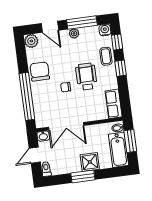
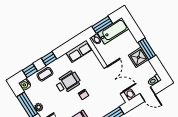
wheelchair: (86, 77) -> (68, 82), turned 180
shower: (90, 162) -> (138, 57), moved

